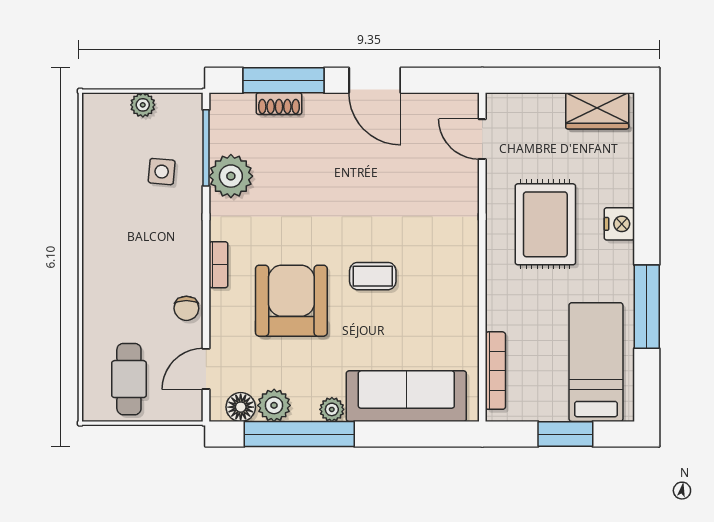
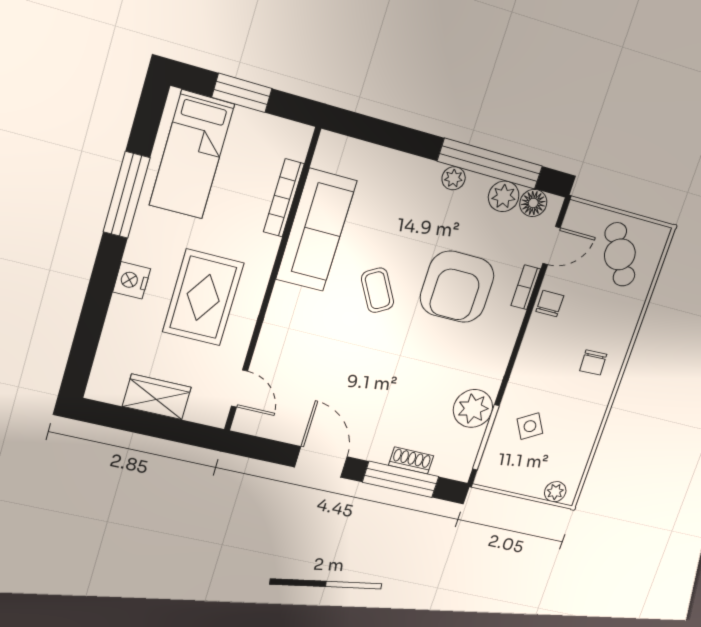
plant: (143, 105) -> (555, 492), moved
wardrobe: (597, 111) -> (157, 397), moved
side table: (162, 172) -> (530, 426), turned -35
chair: (116, 258) -> (593, 362), added
bookcase: (218, 265) -> (526, 287), moved
coffee table: (373, 276) -> (377, 290), turned 60
bookcase: (495, 371) -> (284, 198), moved
cafe table: (129, 379) -> (620, 254), turned -31
sofa: (406, 396) -> (316, 230), moved, turned -90

